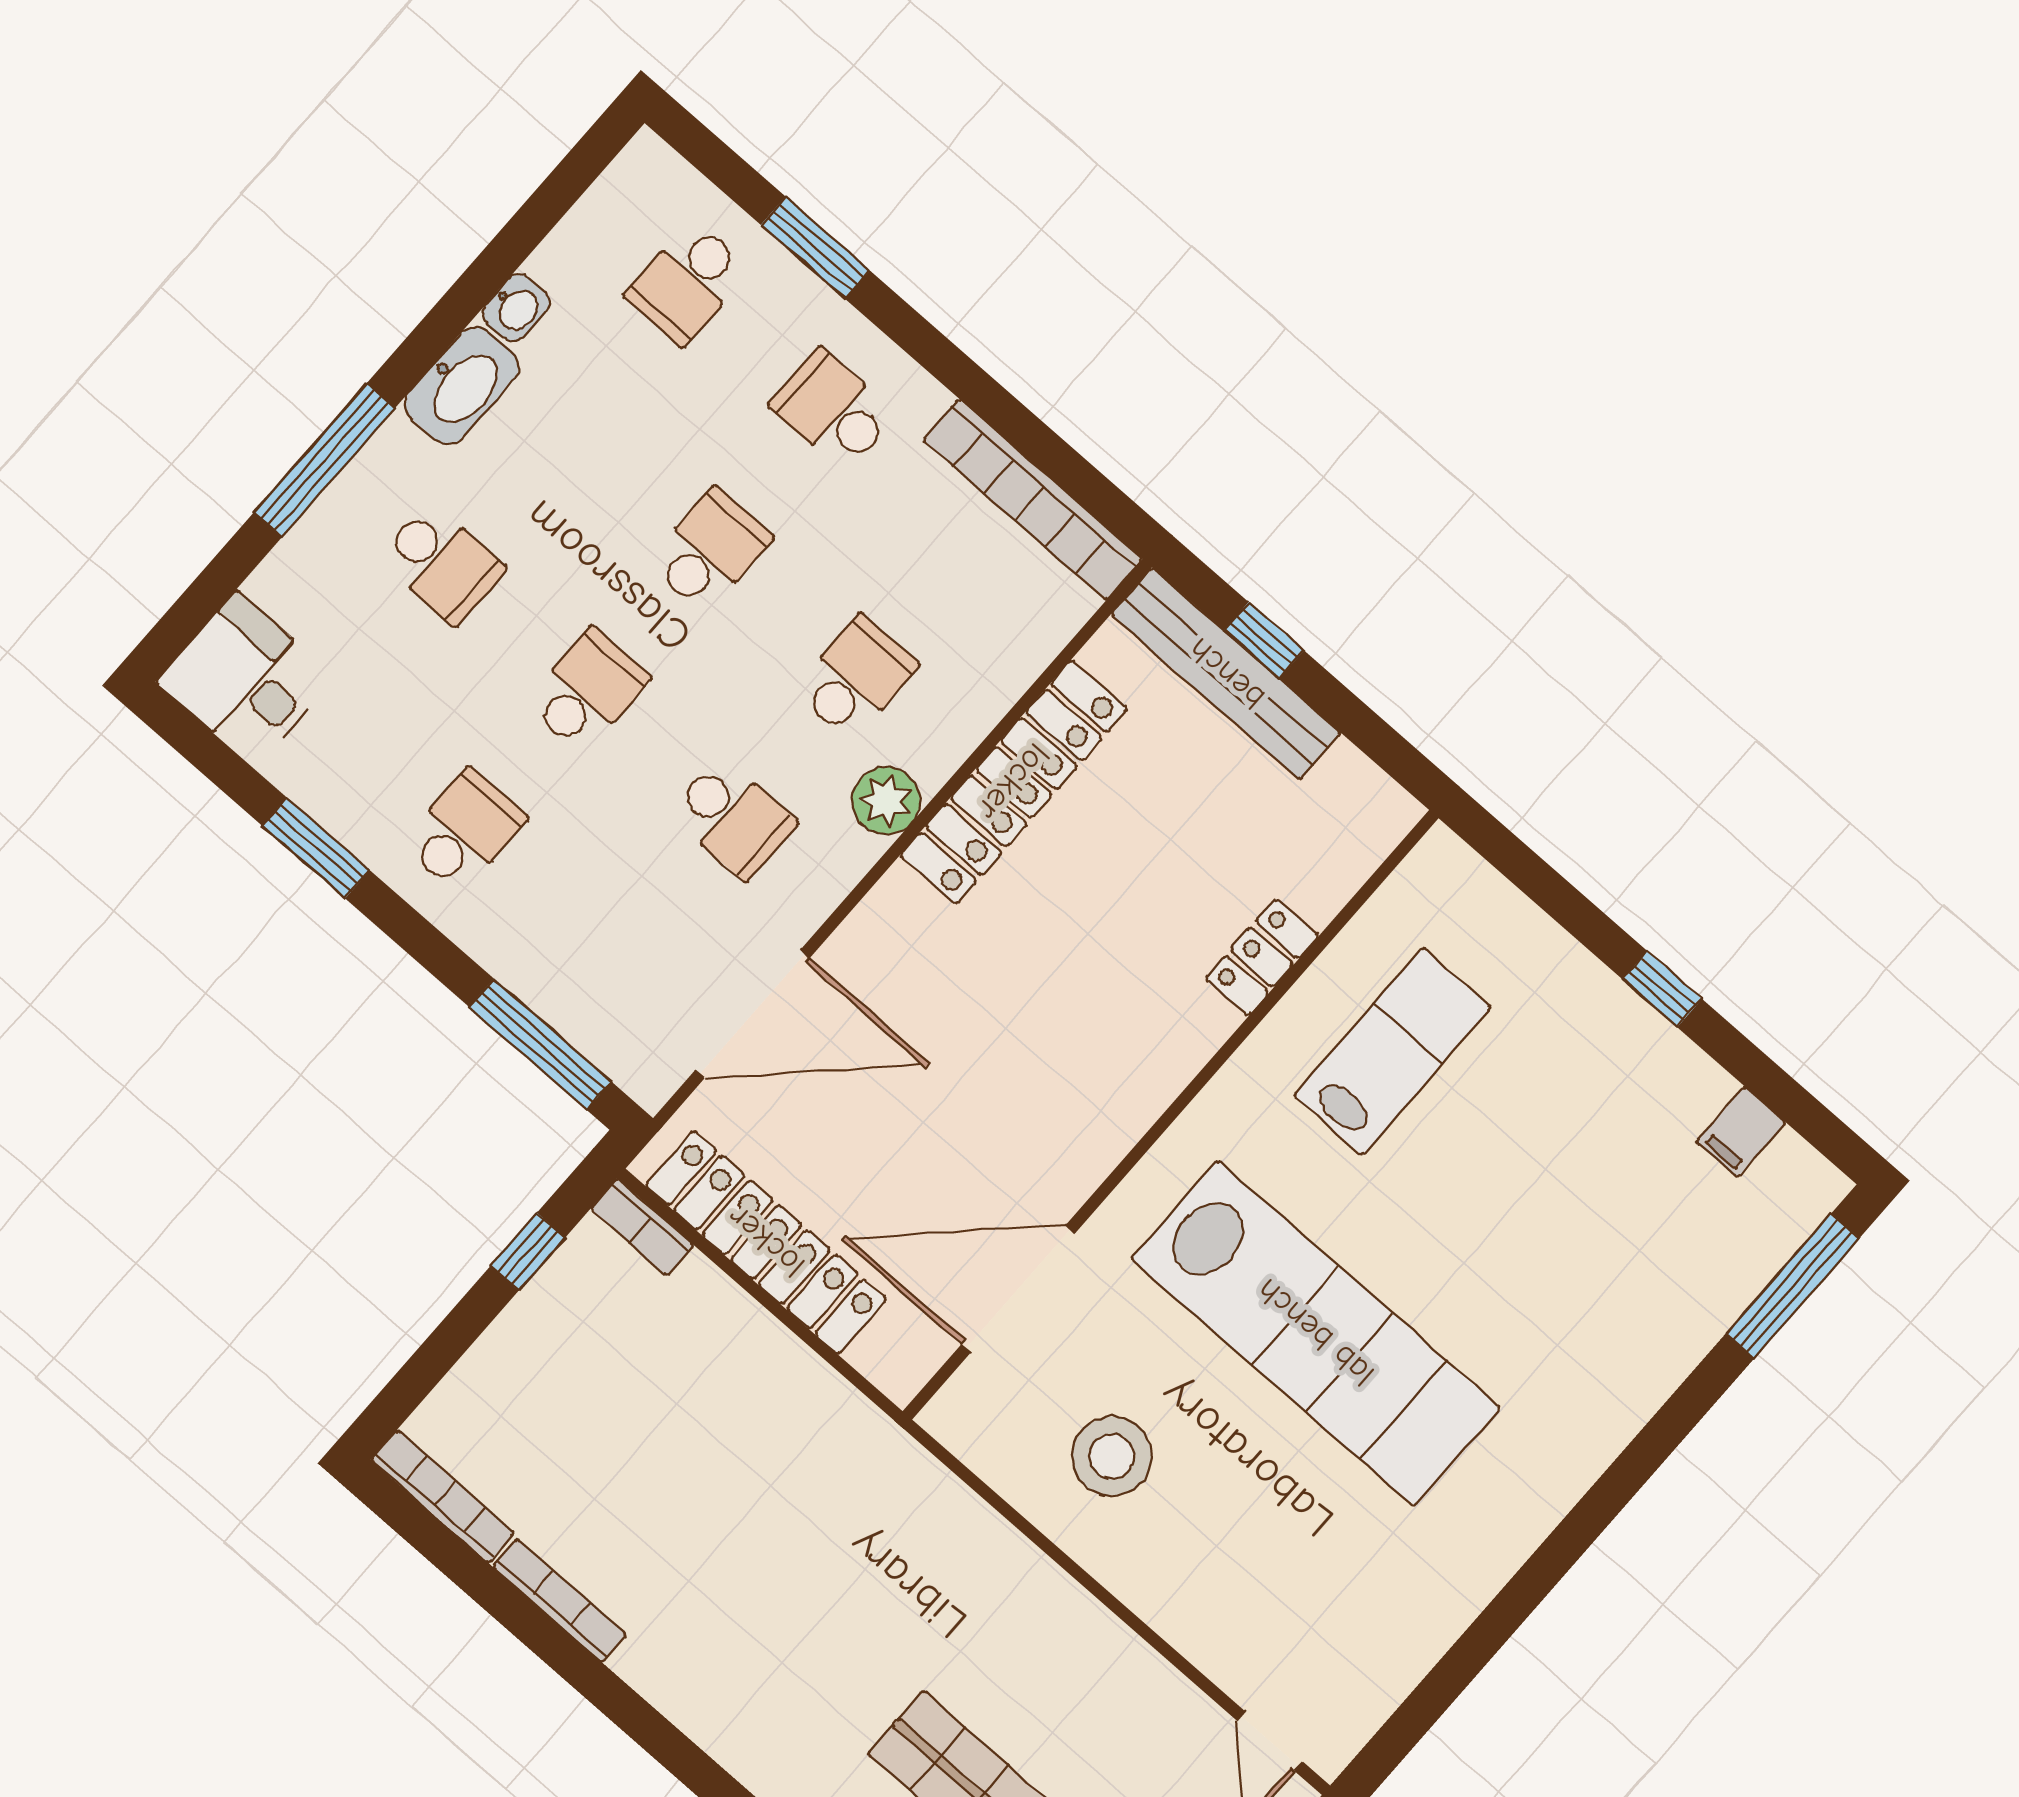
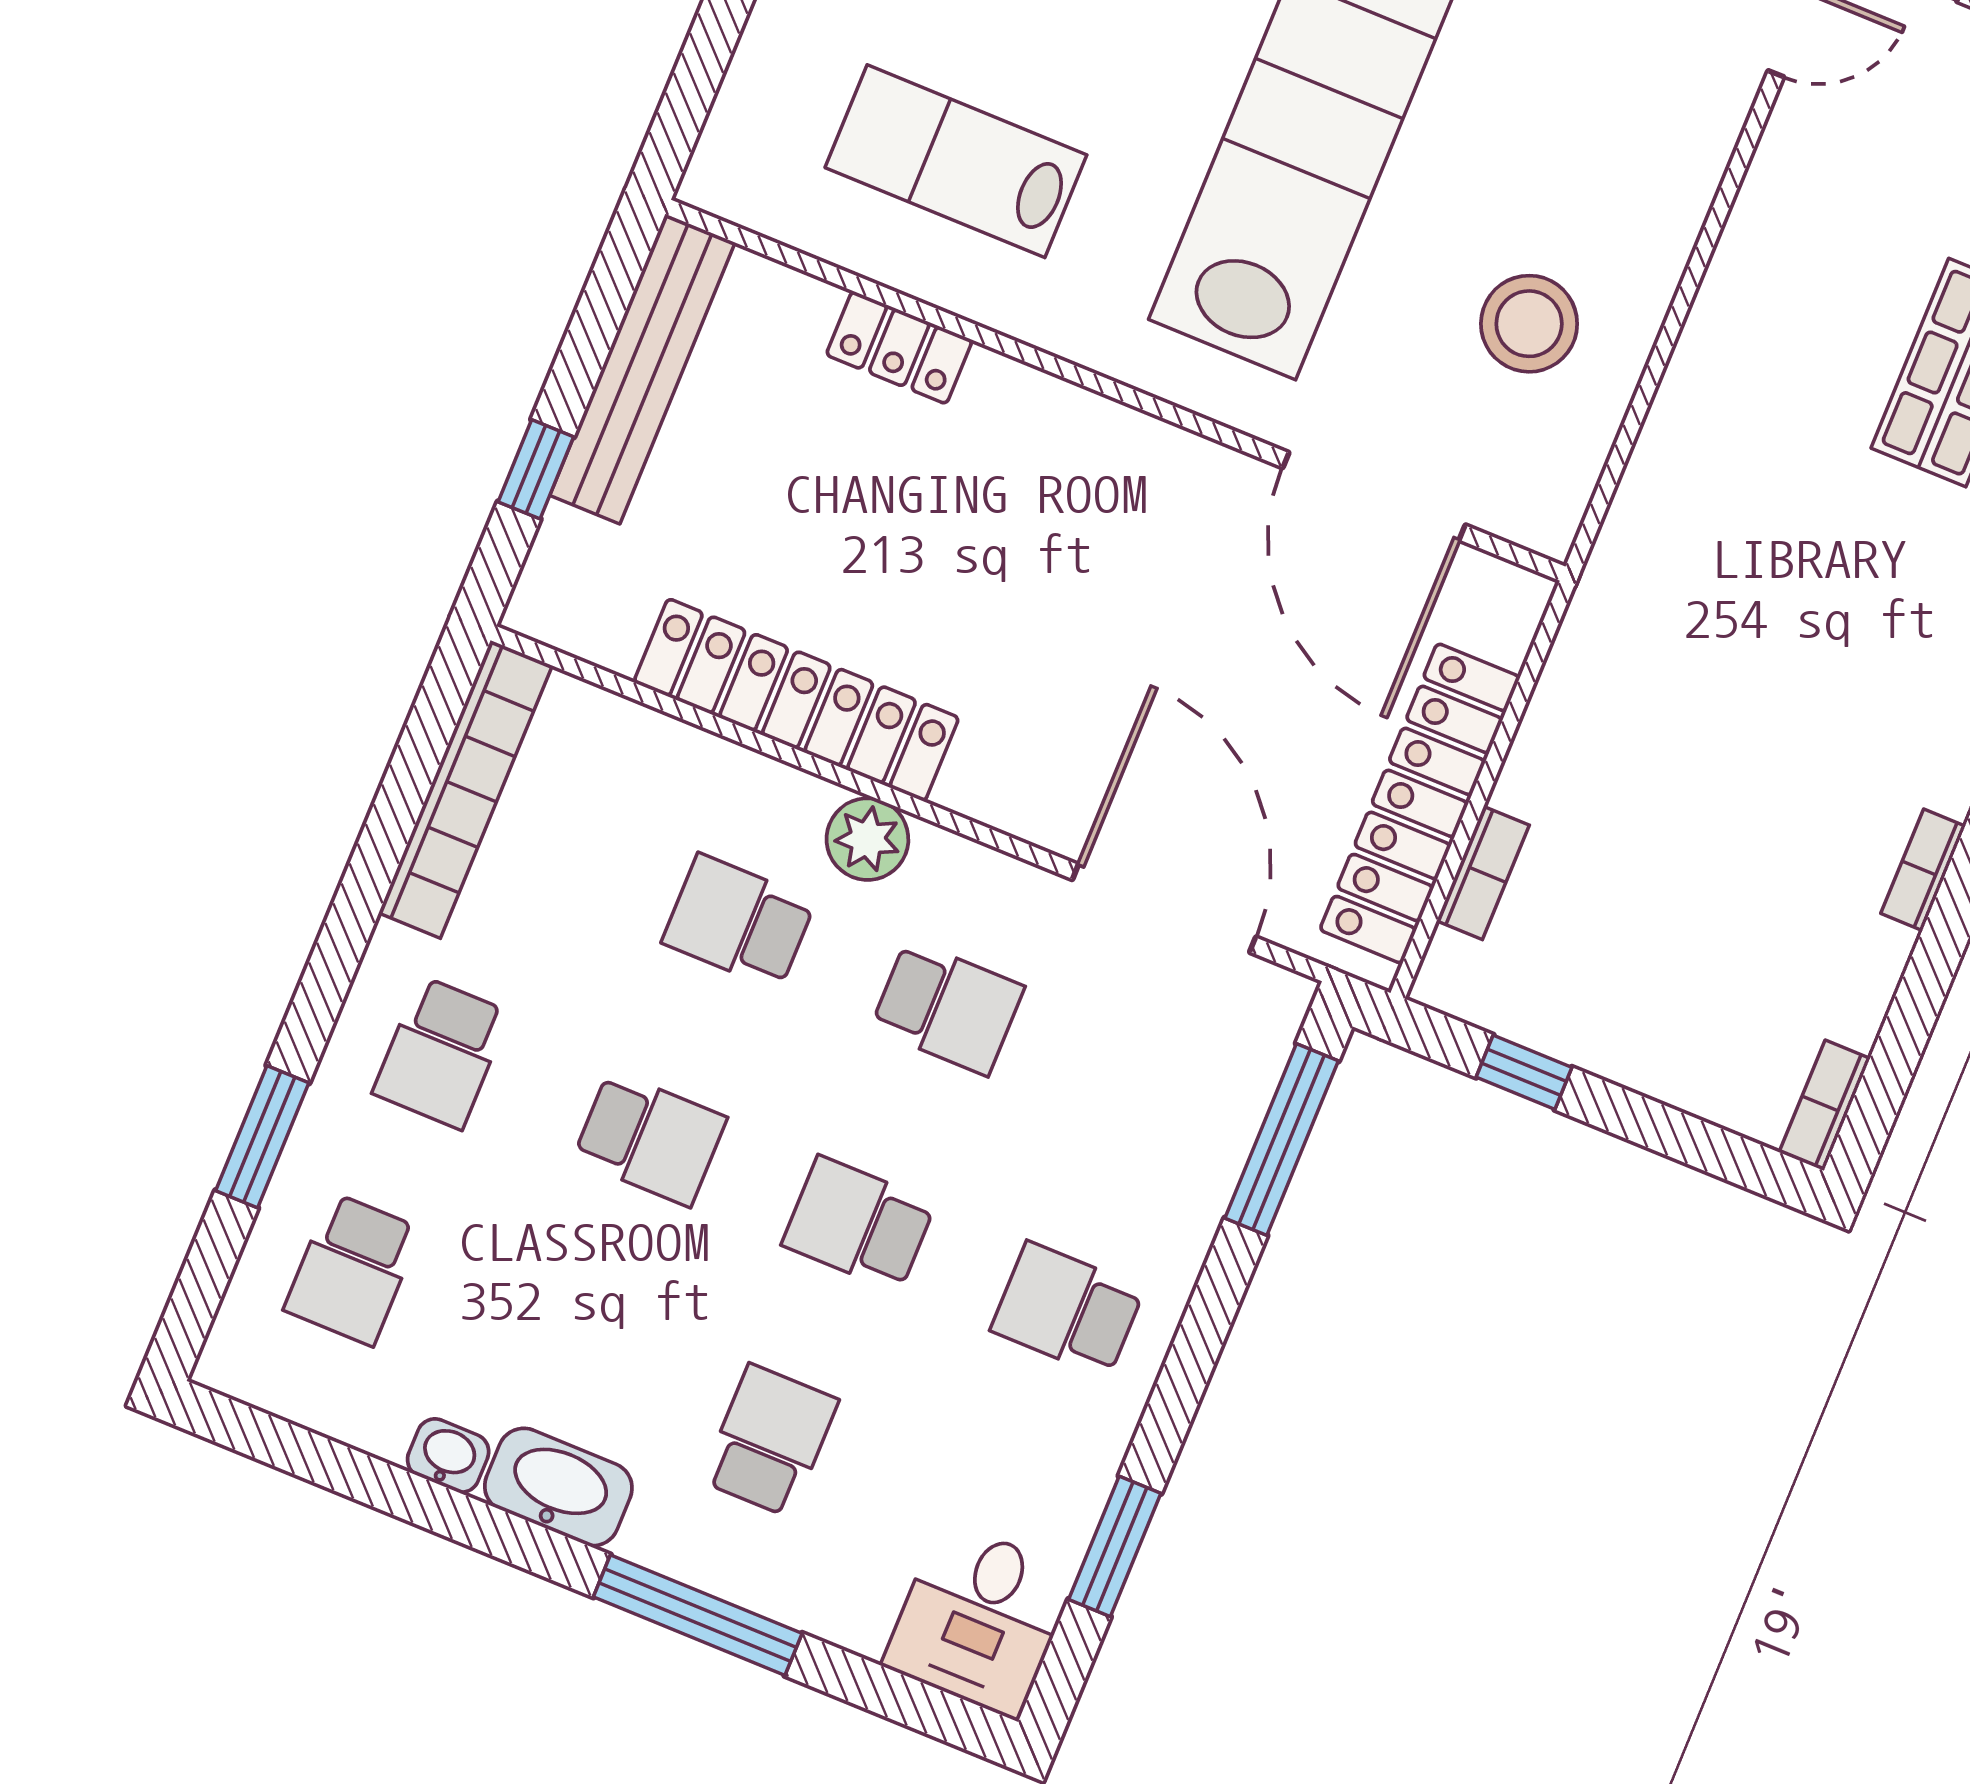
school desk: (687, 283) -> (352, 1269), turned 90
school desk: (710, 550) -> (650, 1138), turned 180
bench: (1226, 674) -> (642, 369), moved
school desk: (733, 818) -> (947, 1007), turned 90
window: (316, 848) -> (1115, 1546), moved
bookcase: (642, 1227) -> (1483, 873), moved
bookcase: (443, 1497) -> (1825, 1105), width x0.64
bookcase: (560, 1601) -> (1923, 870), width x0.64

